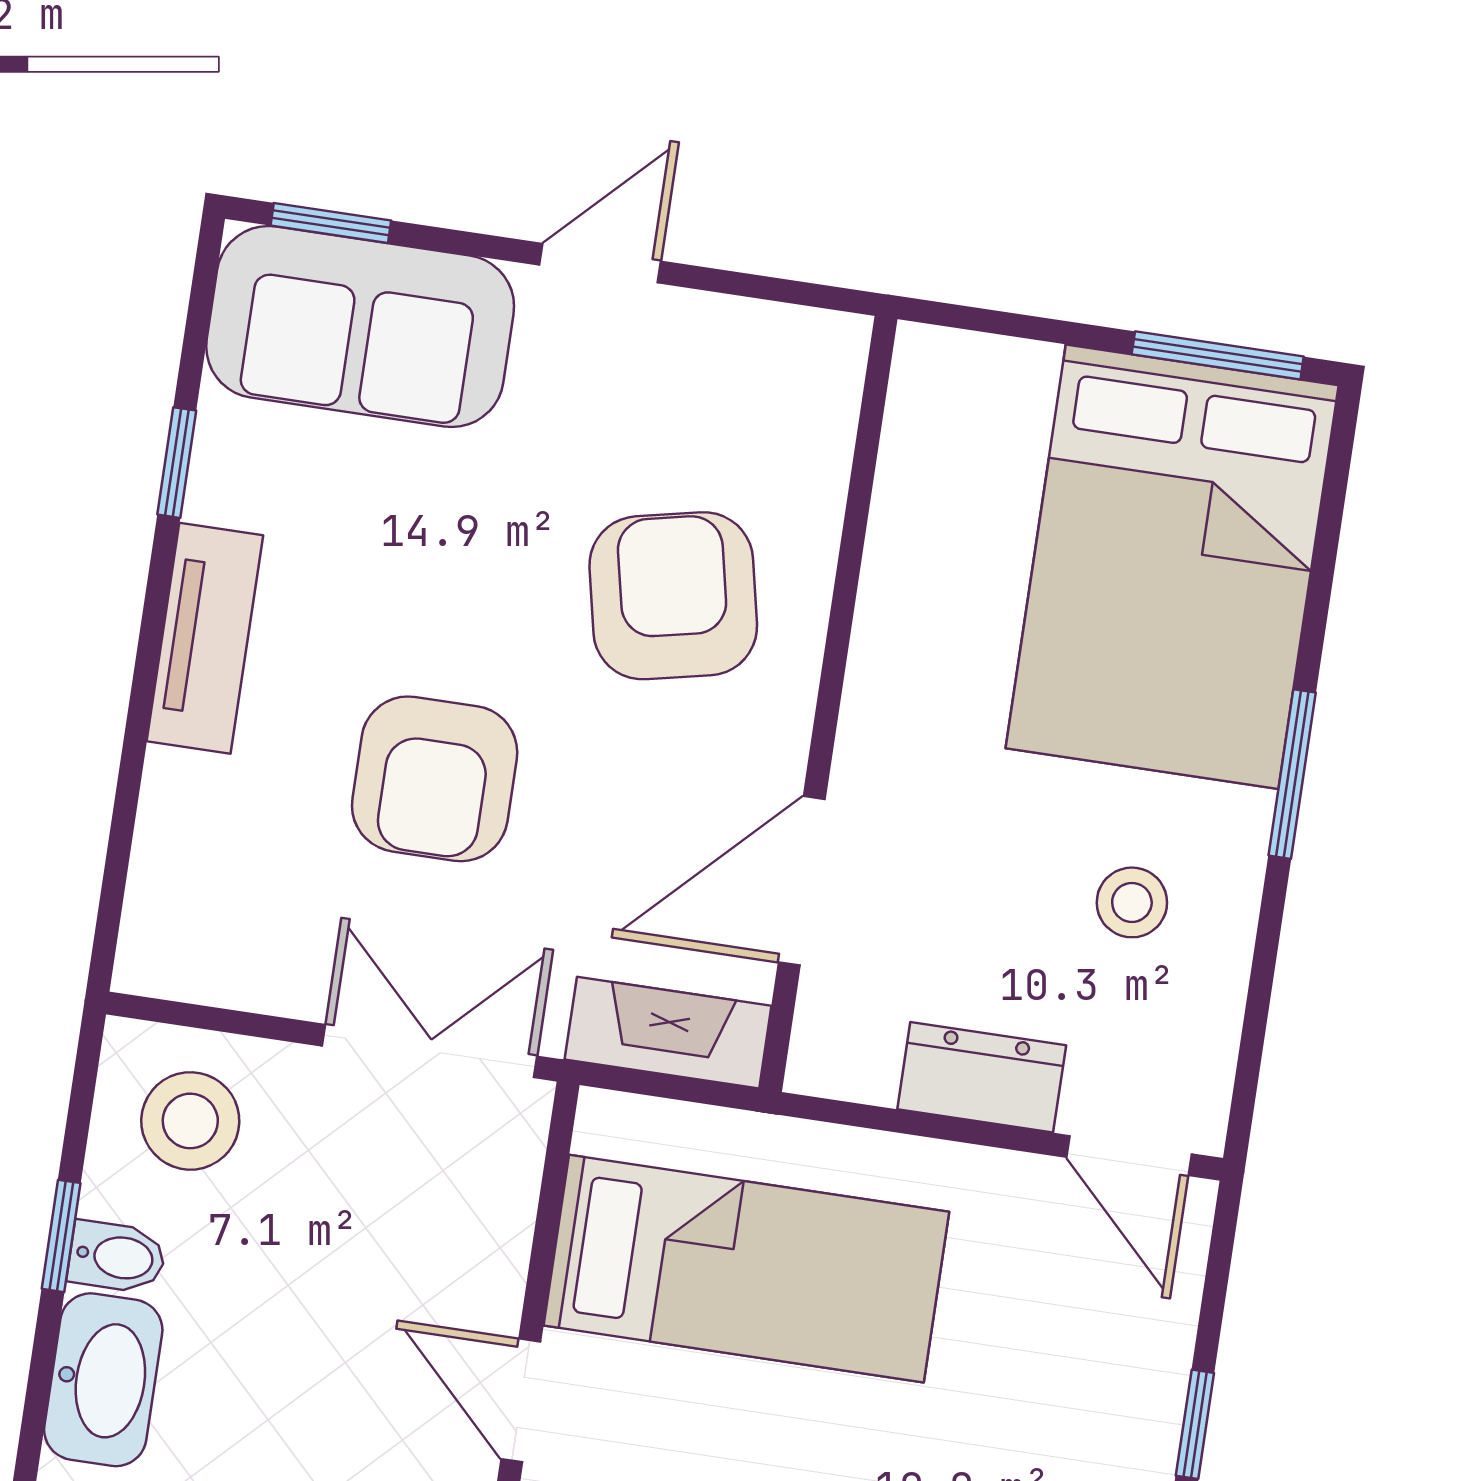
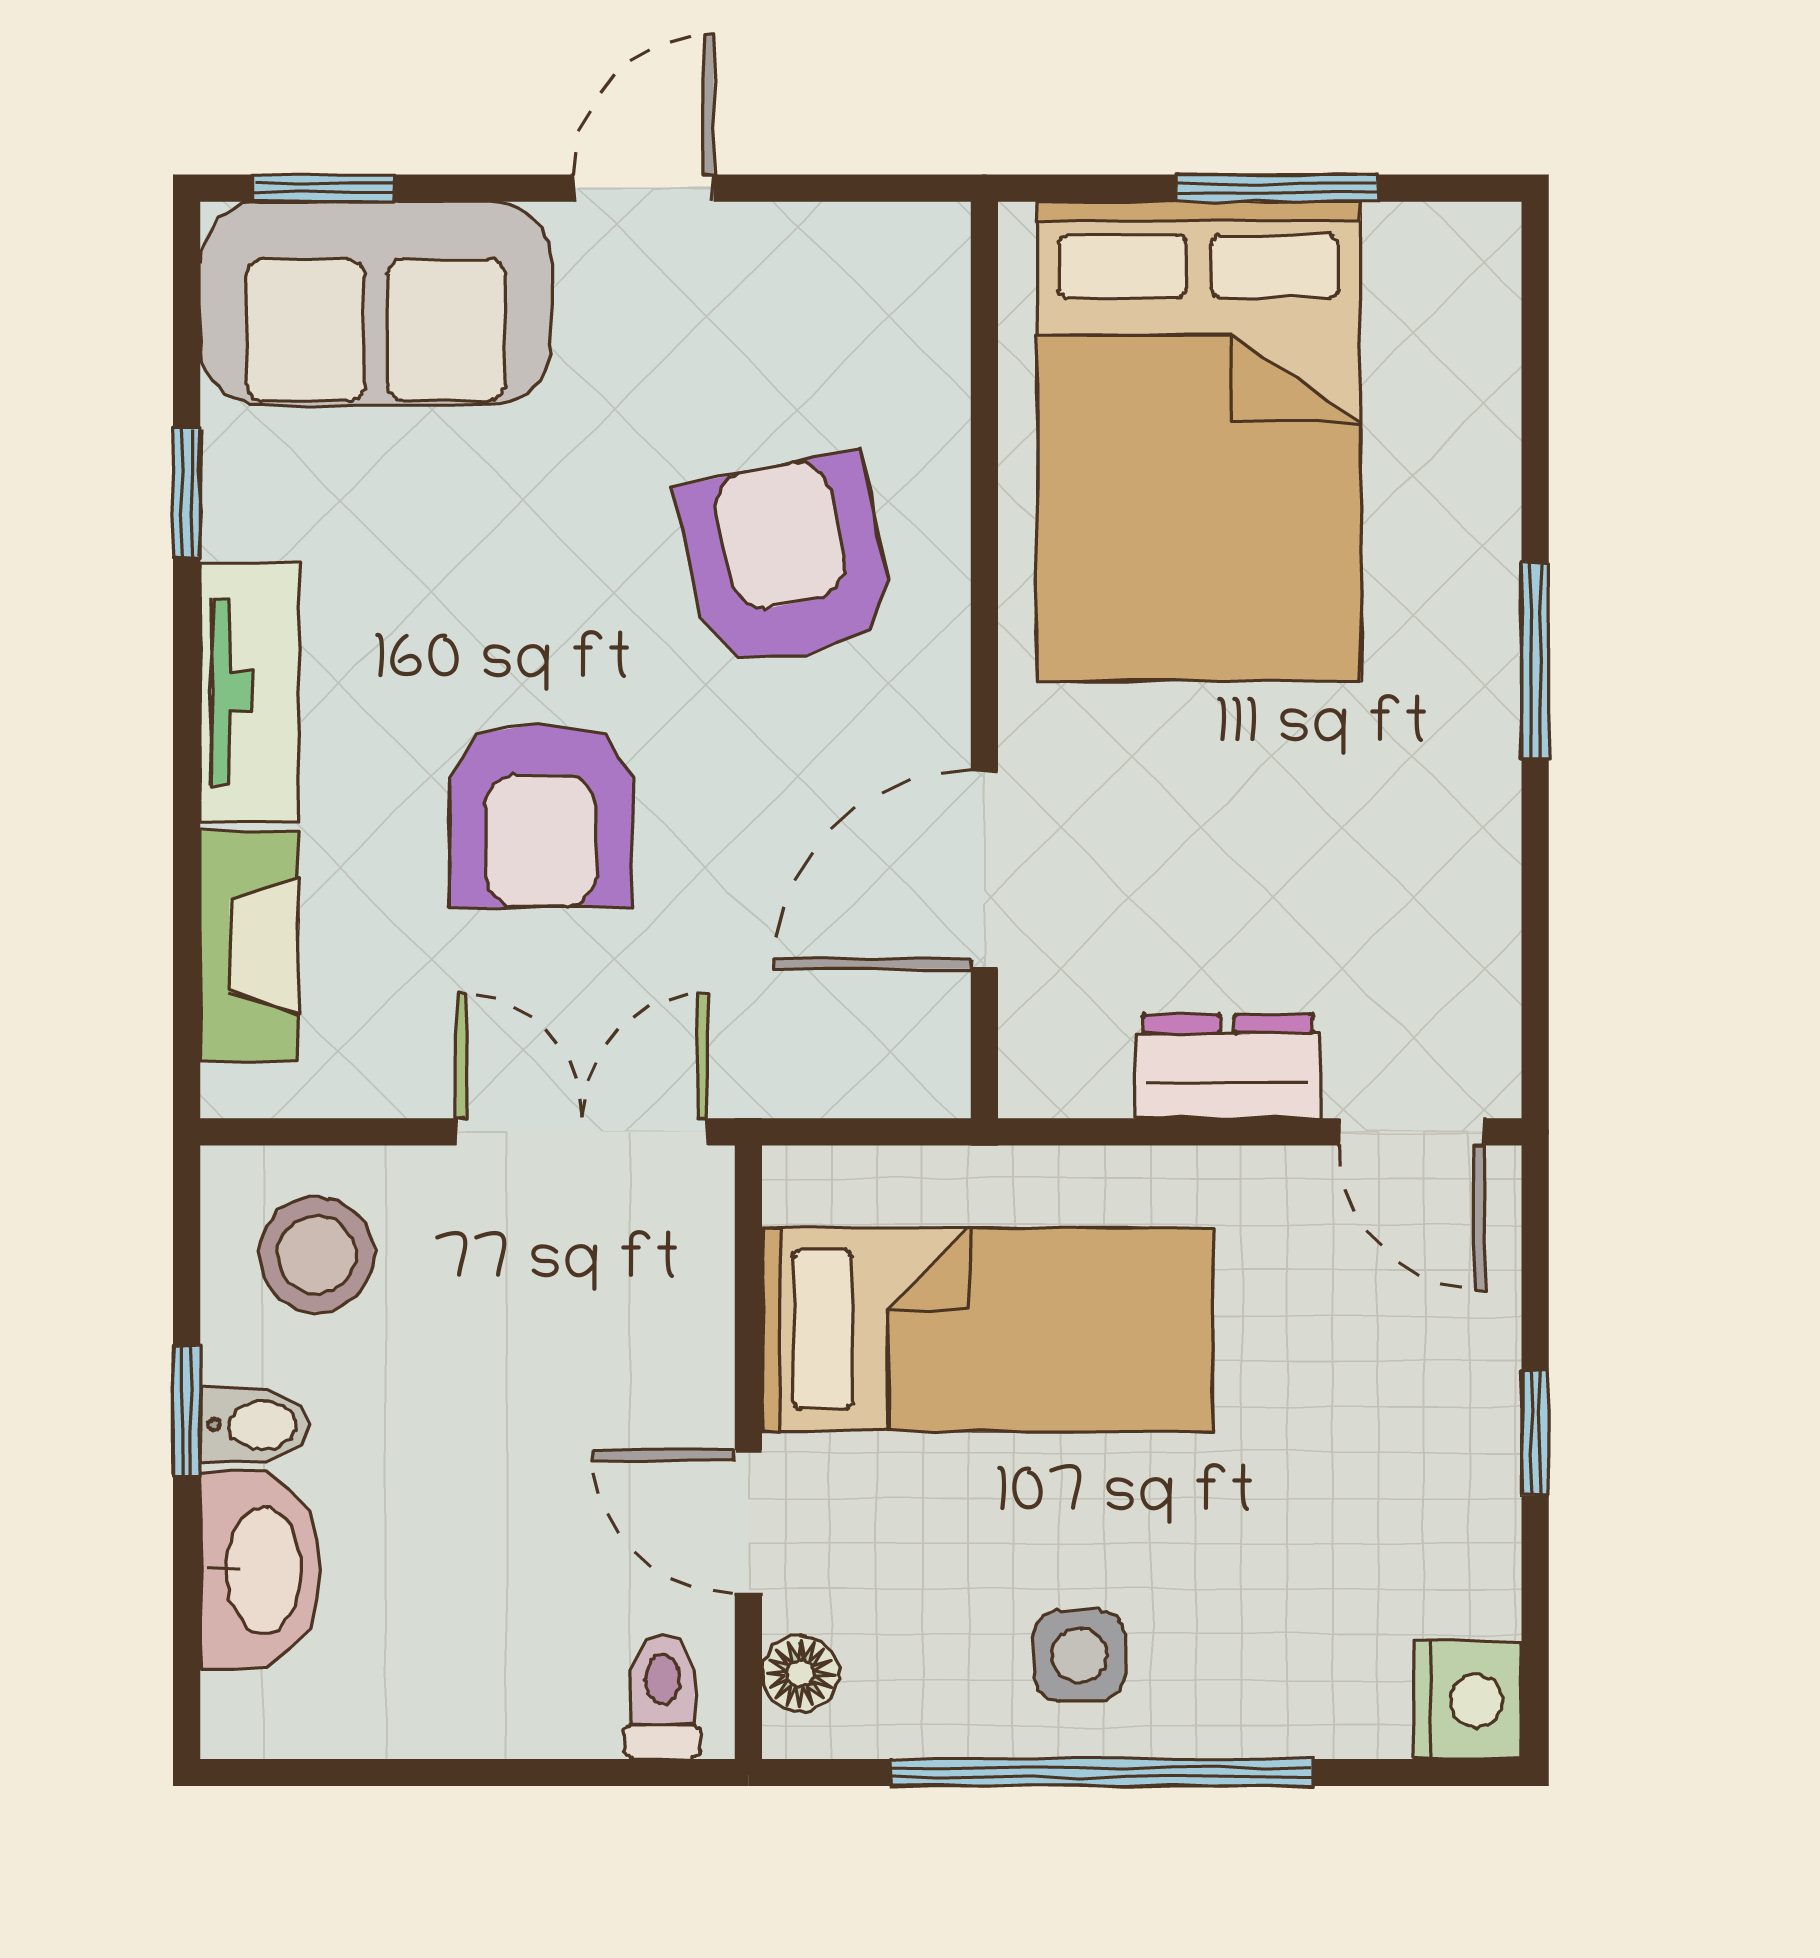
window: (1218, 355) -> (1277, 188), moved
bed: (1172, 567) -> (1199, 441), moved
stool: (1132, 902) -> (1371, 838), removed
fireplace: (668, 1033) -> (249, 946), moved, turned 90

